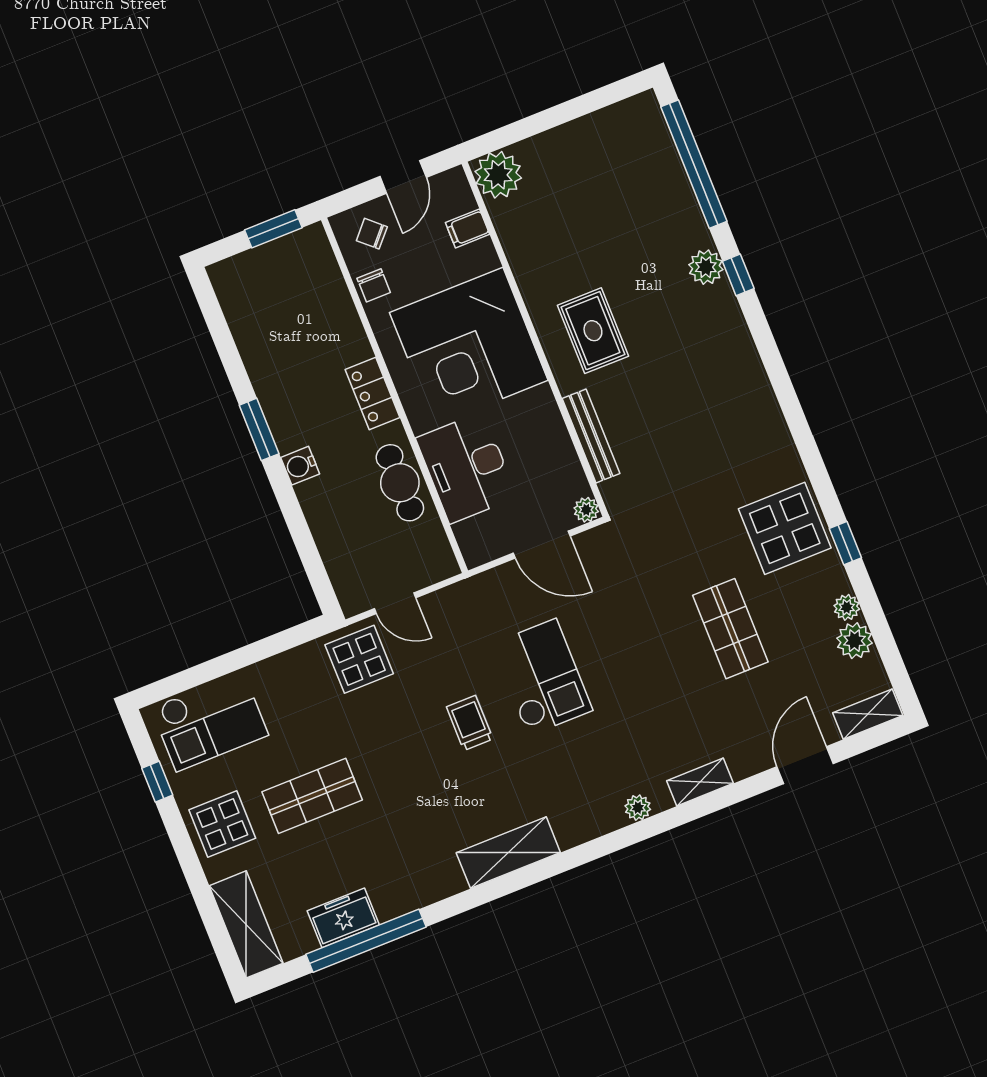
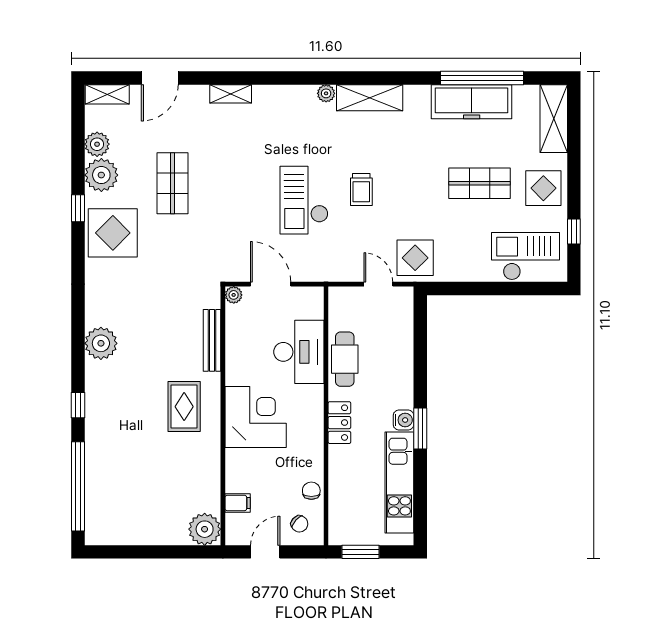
plant: (706, 267) -> (101, 343), moved, width x1.36, depth x1.36
kitchen unit: (258, 344) -> (399, 483), added
corner desk: (469, 346) -> (256, 417), width x0.74, depth x0.74
water cooler: (300, 466) -> (404, 420), moved
plant: (847, 607) -> (101, 175), width x1.88, depth x1.88
plant: (638, 808) -> (326, 93), moved
freezer: (343, 918) -> (472, 102), width x1.91, depth x1.26

